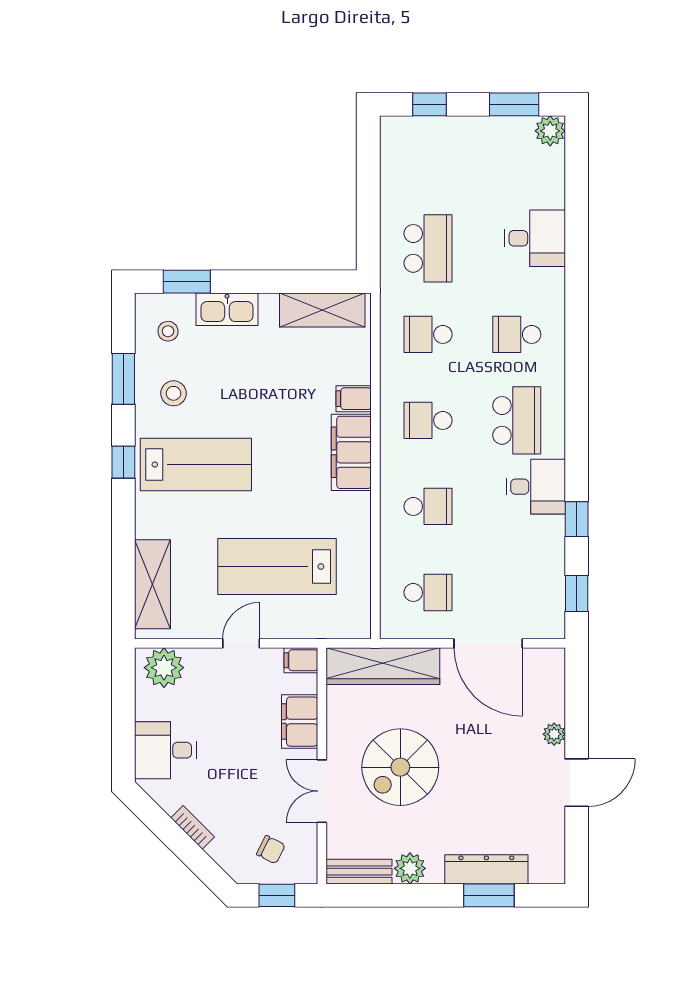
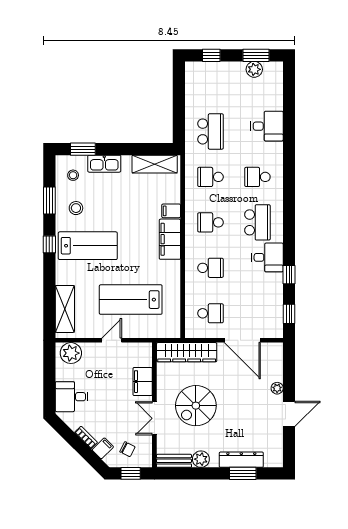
plant: (550, 131) -> (254, 69), moved
filing cabinet: (301, 660) -> (103, 448), moved, turned 135

